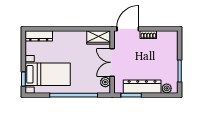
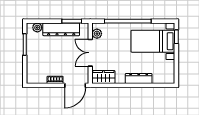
dresser: (39, 36) -> (139, 79), moved
double door: (112, 62) -> (90, 53), swing flipped

